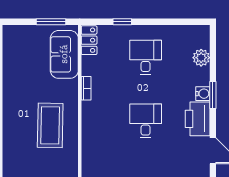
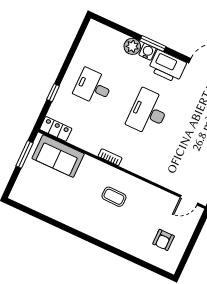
plant: (201, 58) -> (132, 46), moved
bookcase: (86, 88) -> (110, 157), moved
desk: (146, 121) -> (148, 112), width x1.37
coffee table: (50, 125) -> (114, 197), width x0.54, depth x0.58

